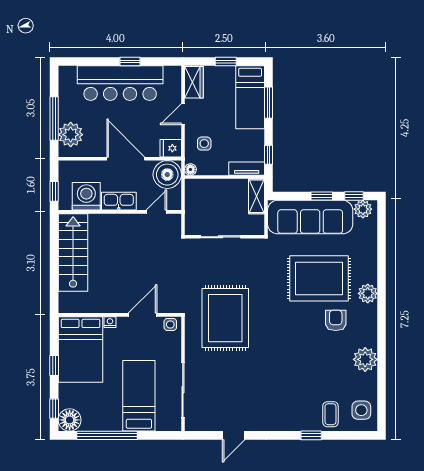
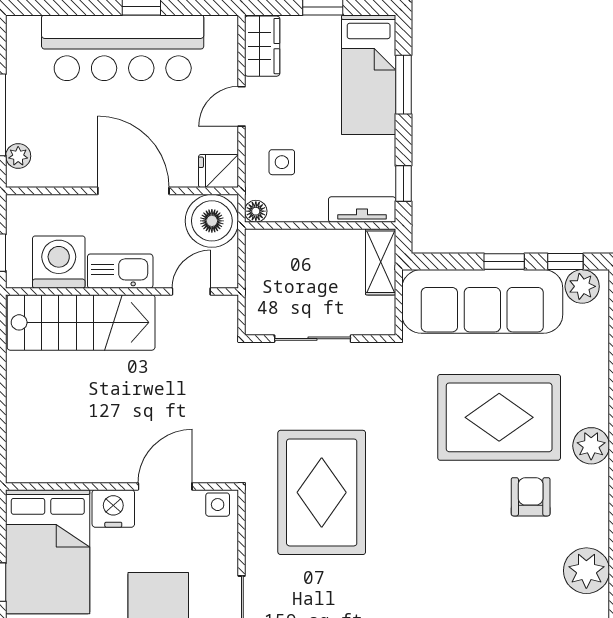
plant: (71, 135) -> (18, 156), width x0.53, depth x0.53
stairs: (73, 253) -> (81, 322), moved, turned 90
nightstand: (110, 322) -> (113, 508), width x1.89, depth x1.79

